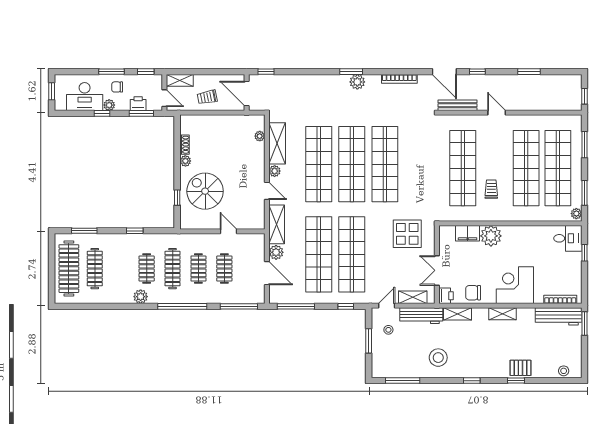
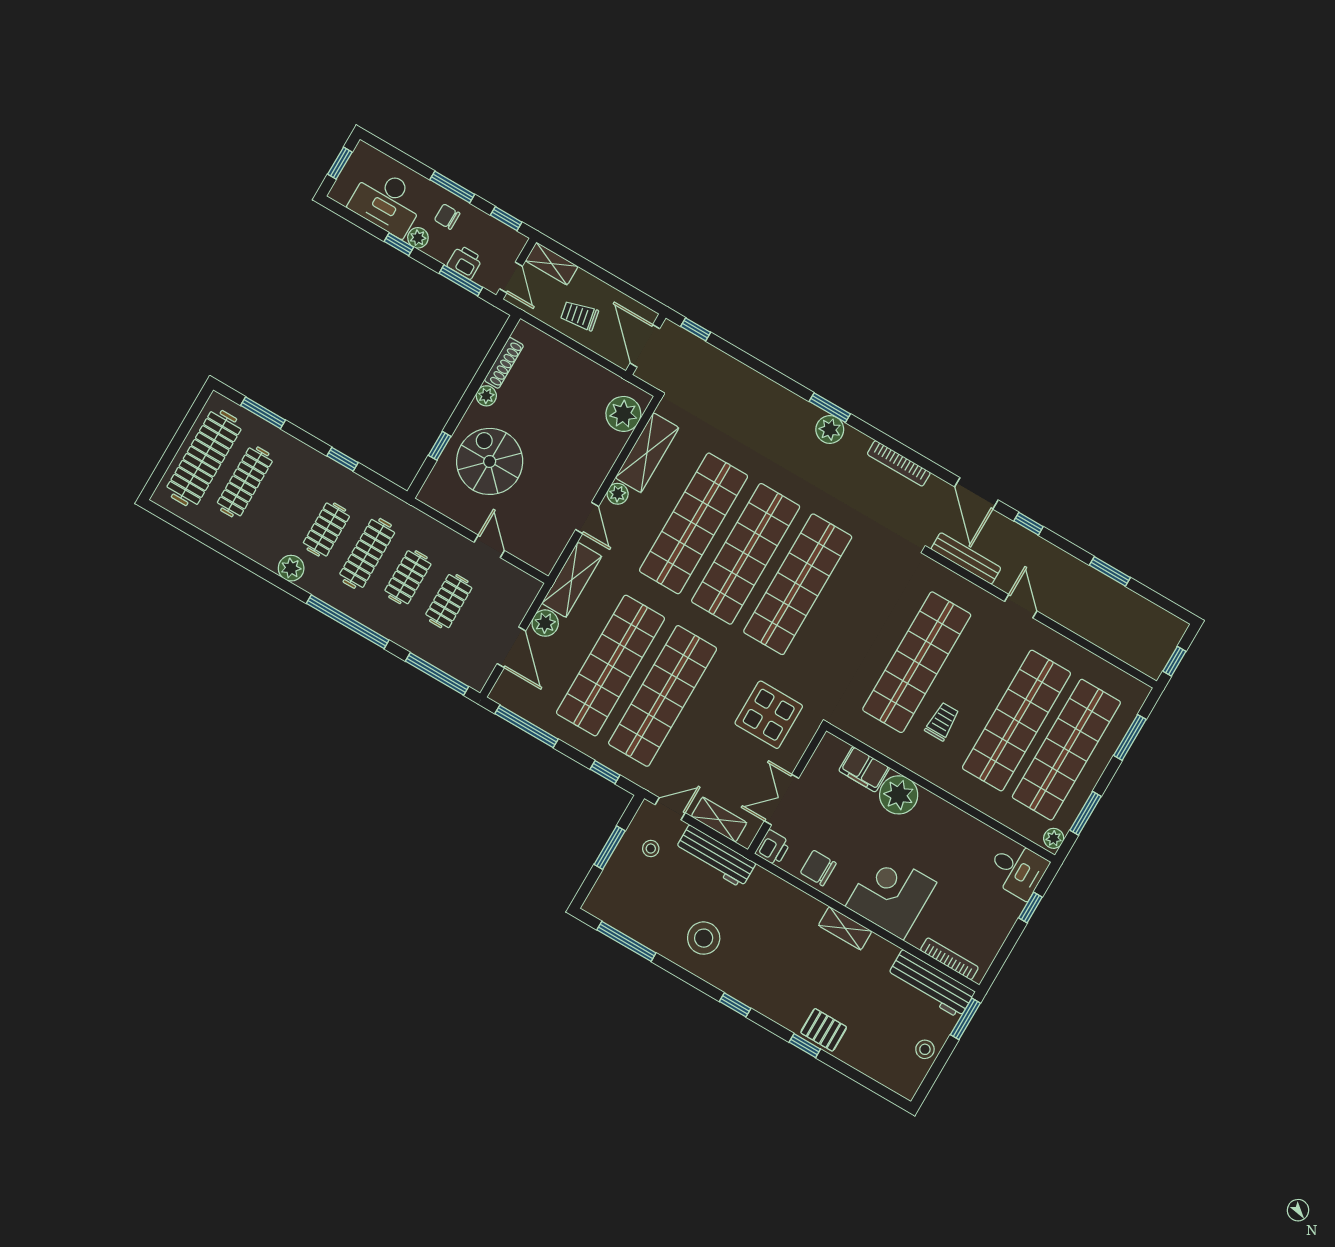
plant: (260, 136) -> (623, 414), width x1.87, depth x1.87
shoe rack: (185, 145) -> (504, 363), width x1.43
shelving: (457, 314) -> (774, 887), removed
stool: (564, 371) -> (925, 1049), moved

